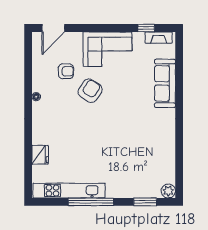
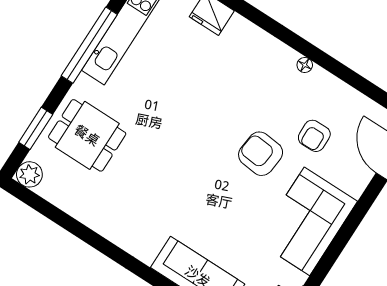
armchair: (90, 91) -> (261, 154), turned 153
dining table: (133, 176) -> (87, 135), added

